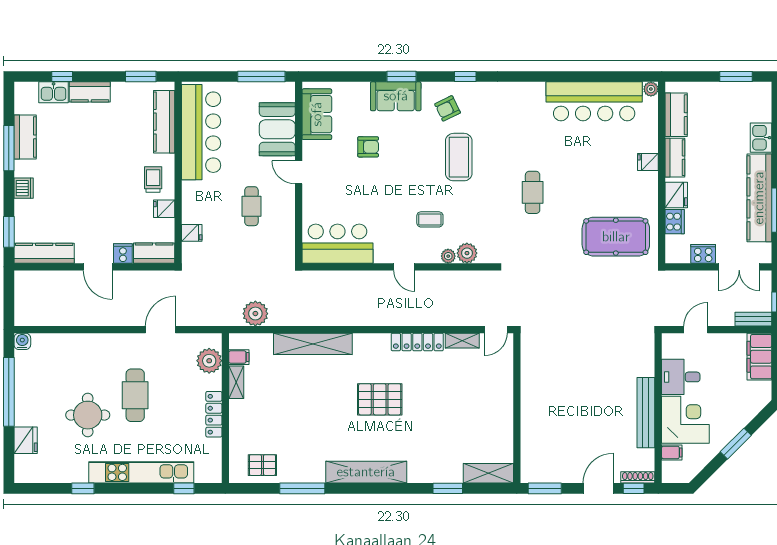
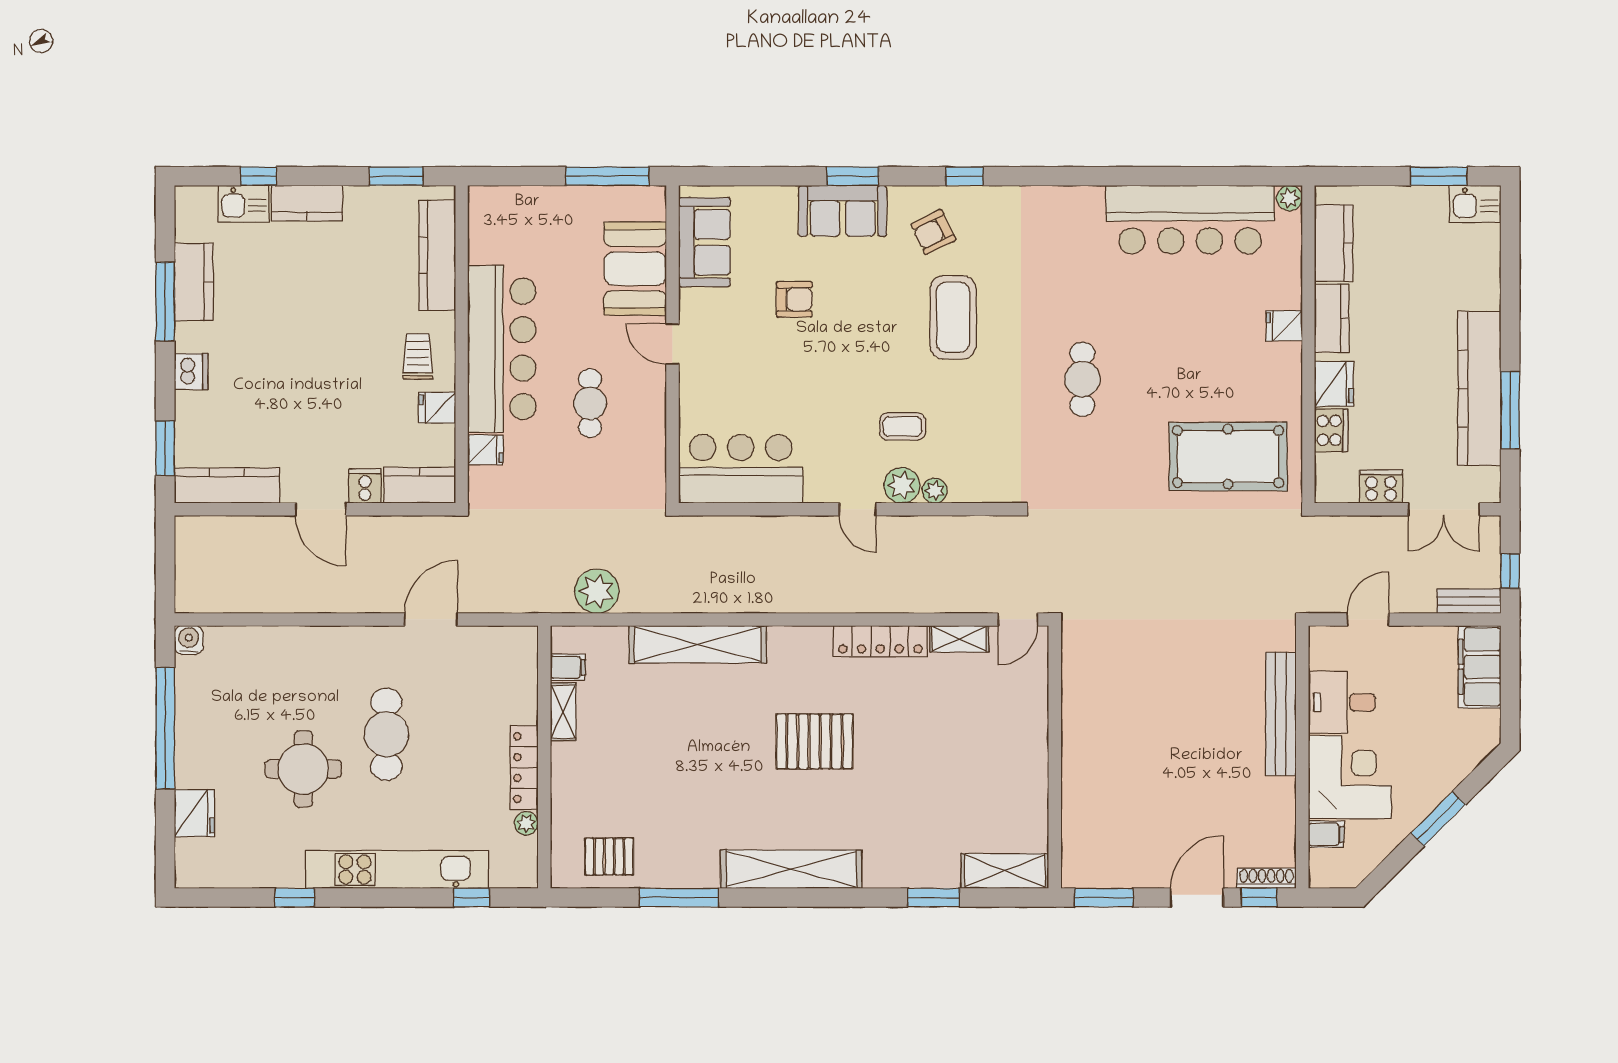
bar counter: (201, 132) -> (502, 349), moved
kitchen sink: (761, 138) -> (1475, 204), moved, turned -90
plant: (467, 253) -> (902, 485), moved
plant: (209, 361) -> (526, 823), moved, width x0.53, depth x0.53
bench: (646, 413) -> (1281, 714), moved

